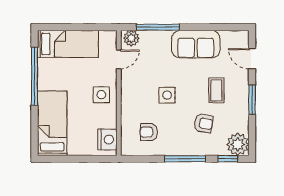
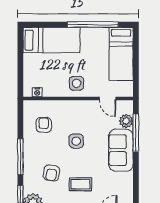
plant: (131, 38) -> (126, 121), moved
sofa: (196, 44) -> (121, 150), moved
nightstand: (107, 140) -> (37, 92), width x0.53, depth x0.56

